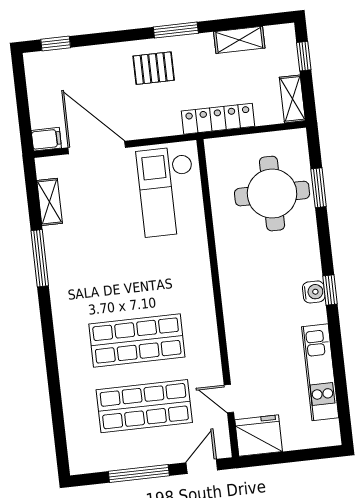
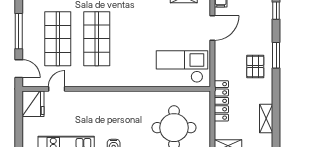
window: (176, 30) -> (276, 55), moved
door: (97, 148) -> (212, 28), width x0.73

